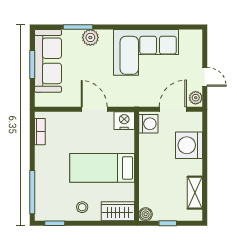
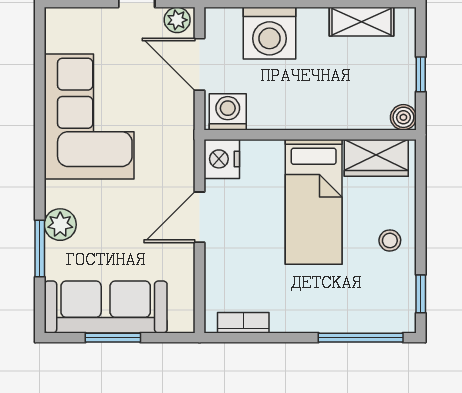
wardrobe: (118, 211) -> (376, 158), moved, turned -90

